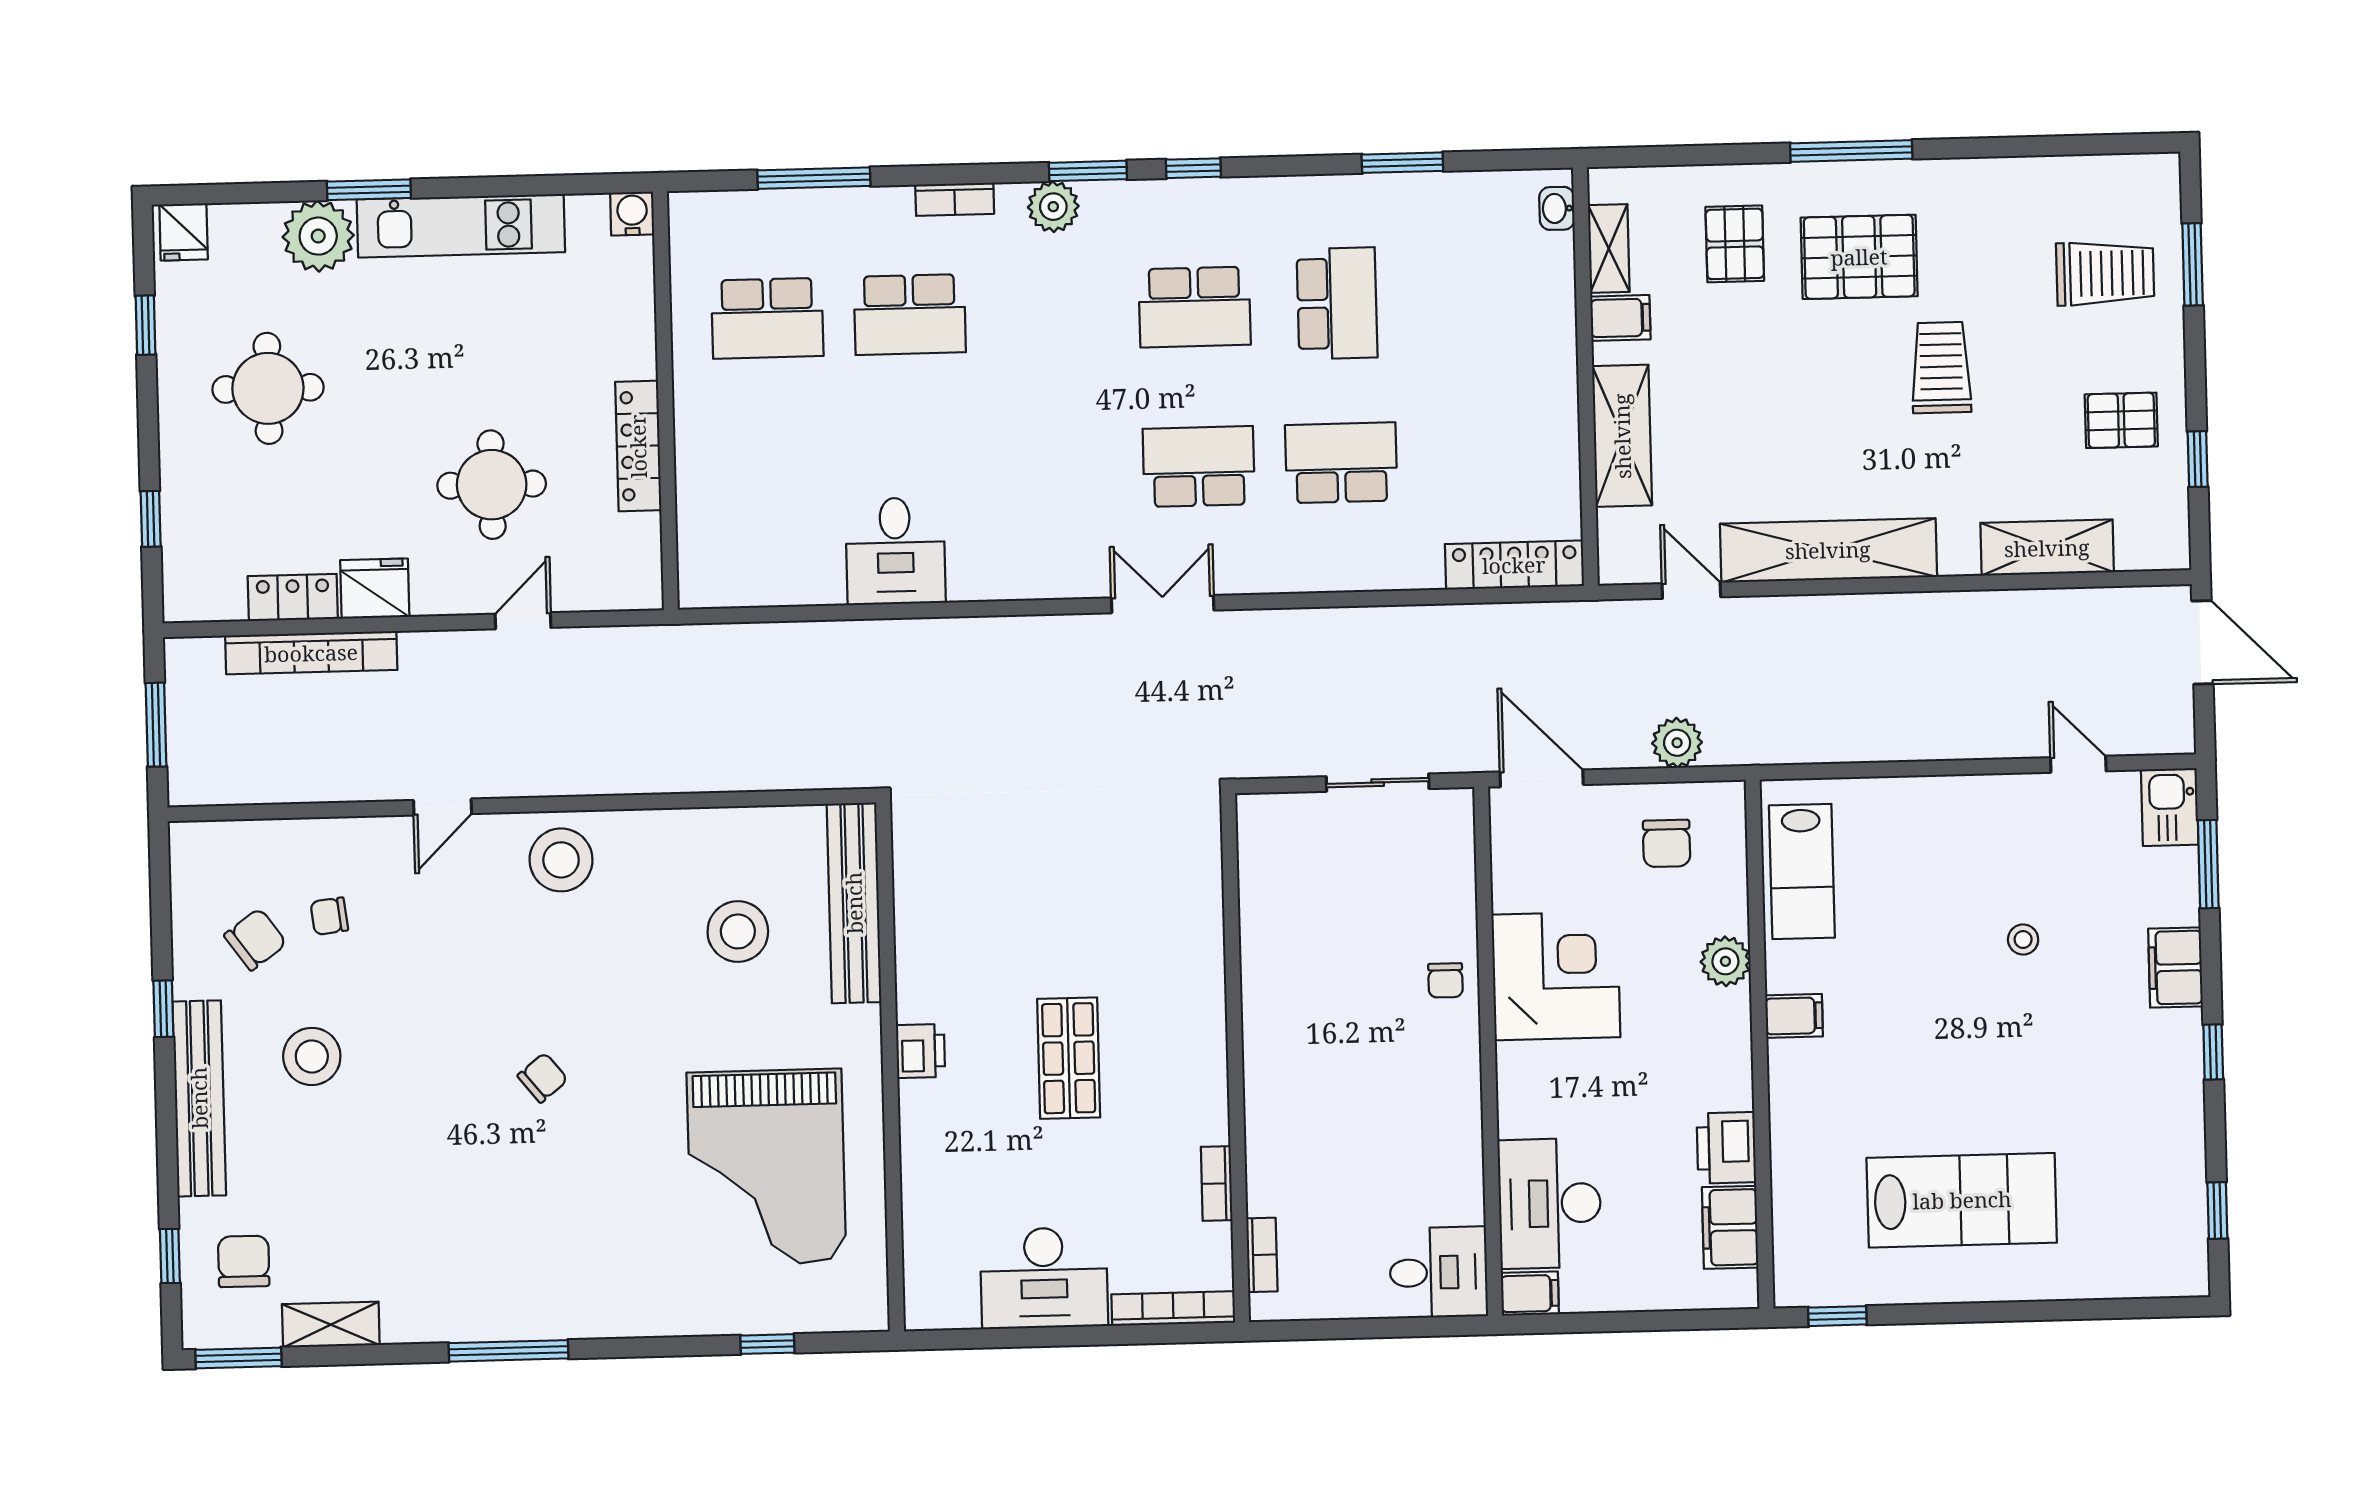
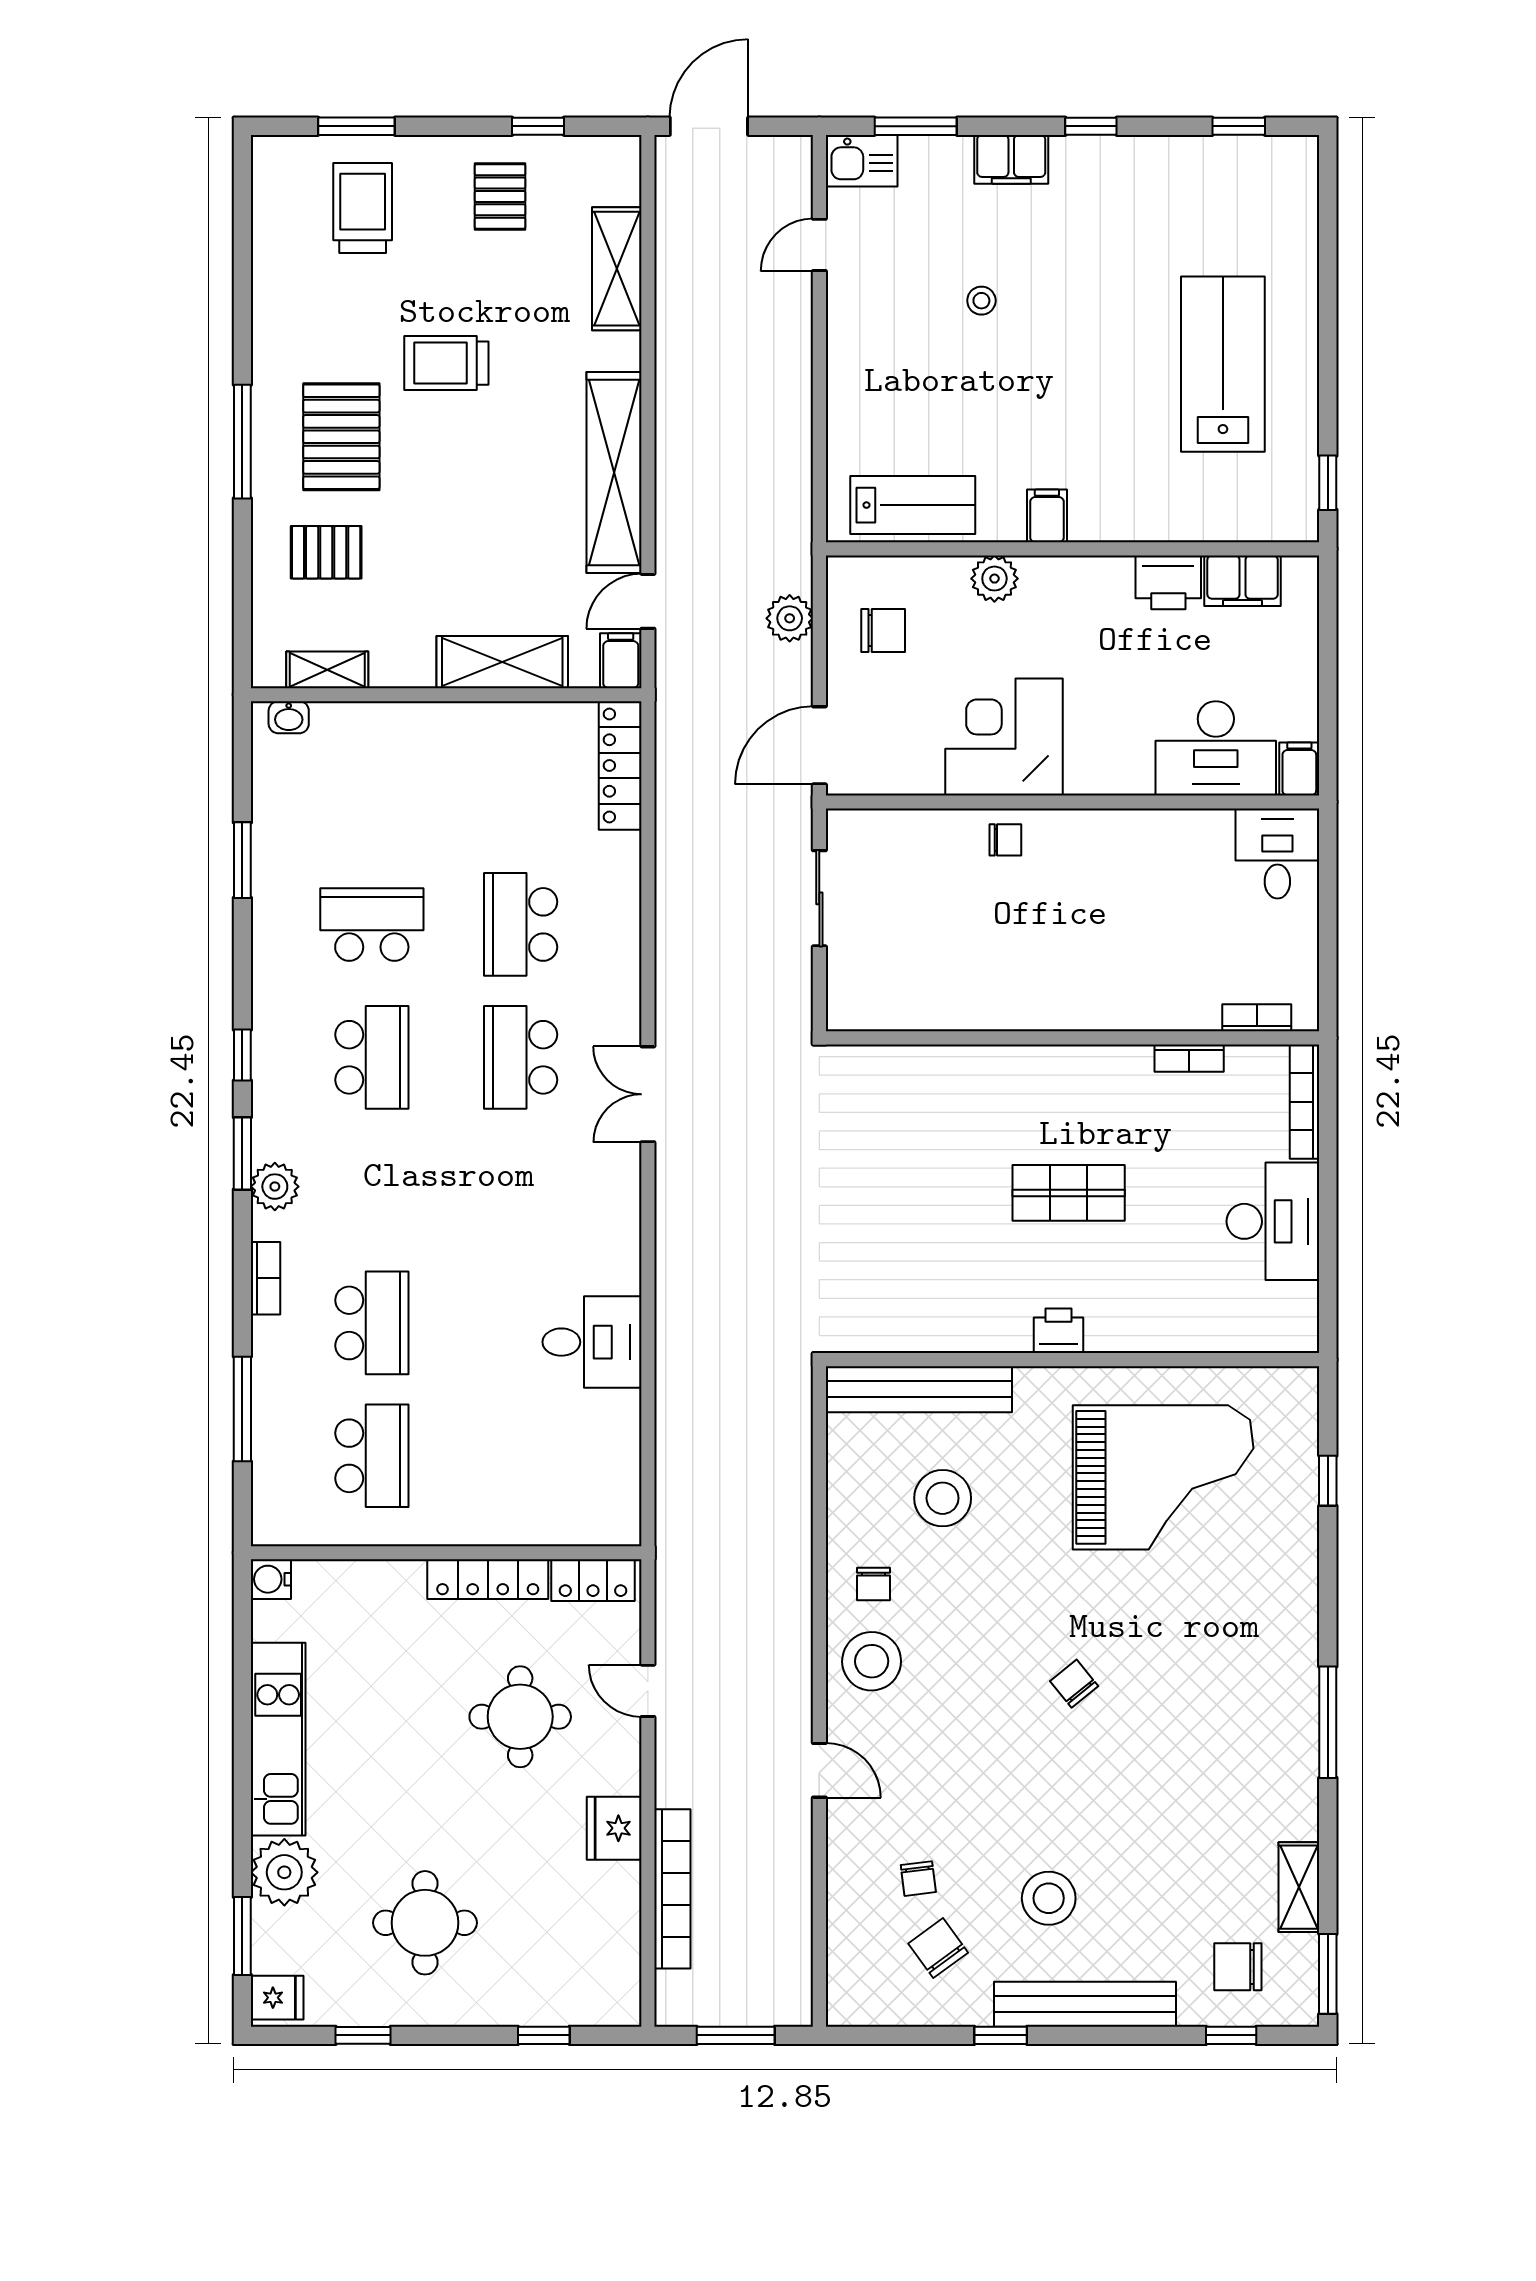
window: (369, 190) -> (242, 1936), moved
filing cabinet: (1620, 318) -> (621, 661), moved
locker: (293, 597) -> (593, 1580), moved, turned -90
chair: (644, 860) -> (873, 1584), added

